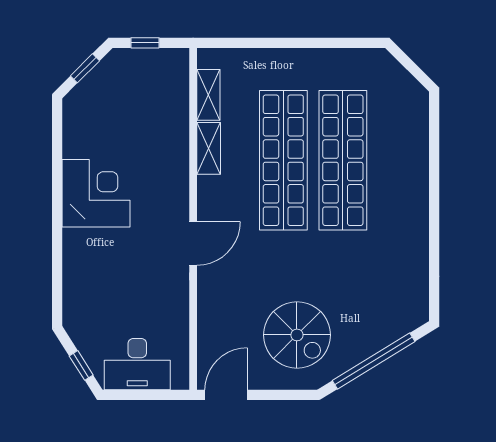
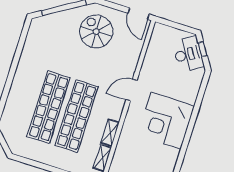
corner desk: (96, 193) -> (166, 121), width x1.36, depth x1.36
desk: (137, 364) -> (188, 54), moved, turned 58
door: (226, 395) -> (139, 14), hinge flipped

